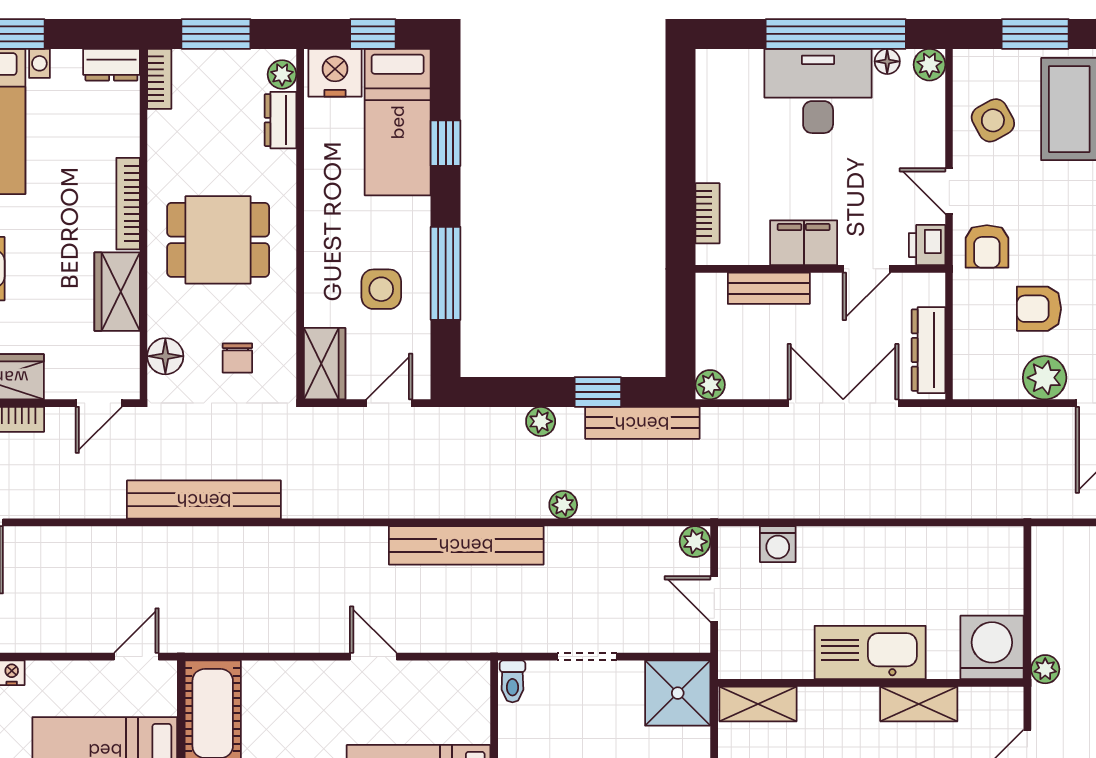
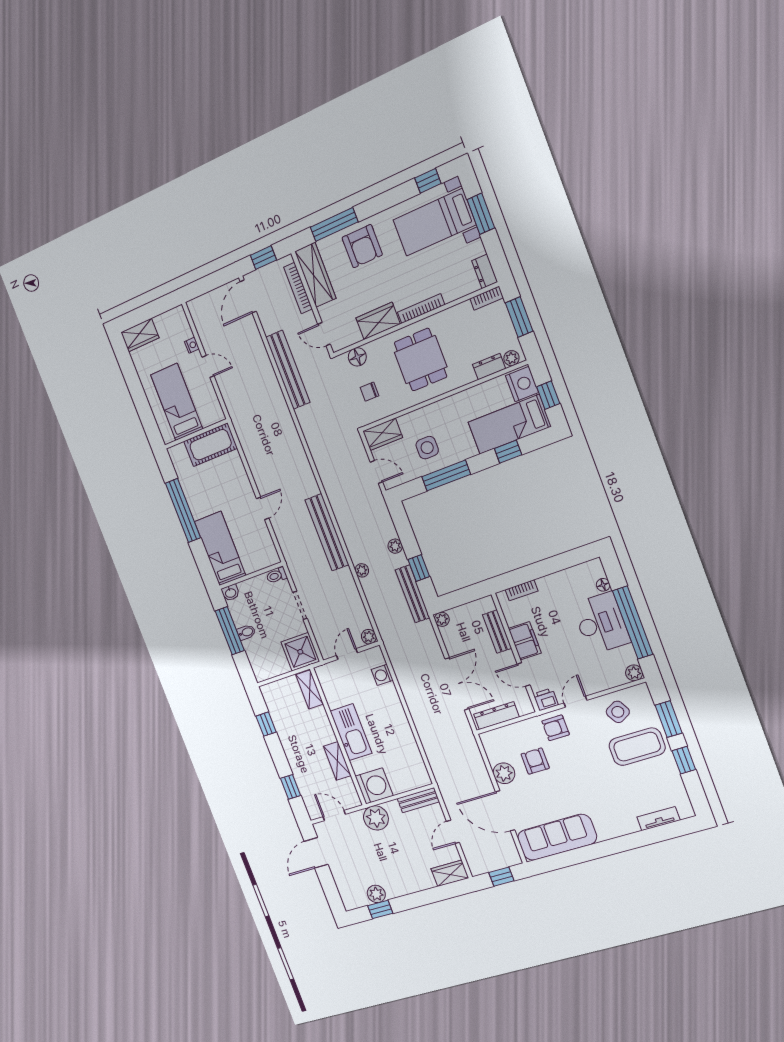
floor lamp: (887, 61) -> (603, 585), moved
bench: (204, 500) -> (288, 370), moved
bench: (1047, 568) -> (418, 800), added
door: (136, 657) -> (208, 366), moved
plant: (1045, 669) -> (376, 818), width x1.87, depth x1.87

